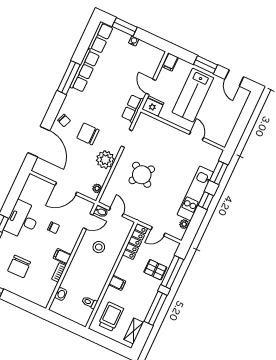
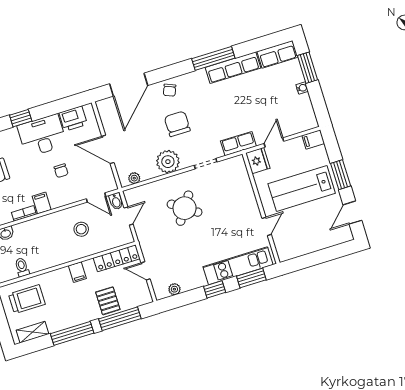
printer: (29, 193) -> (73, 119), added
kitchen unit: (195, 193) -> (238, 266), moved
filing cabinet: (117, 283) -> (77, 272), moved

